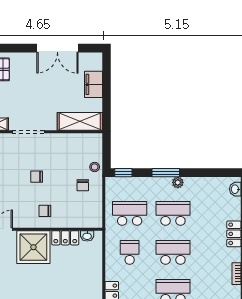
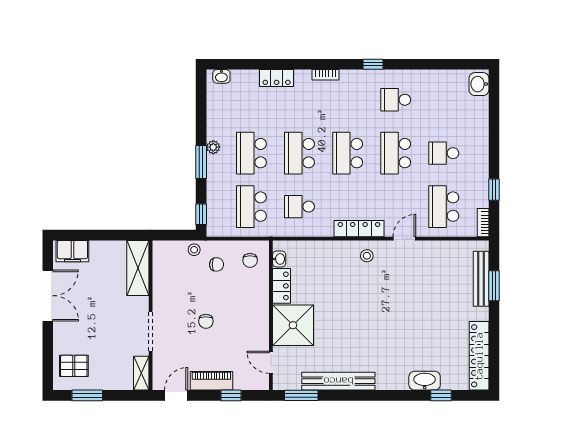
filing cabinet: (93, 84) -> (72, 251), moved
chair: (45, 211) -> (250, 260), moved

